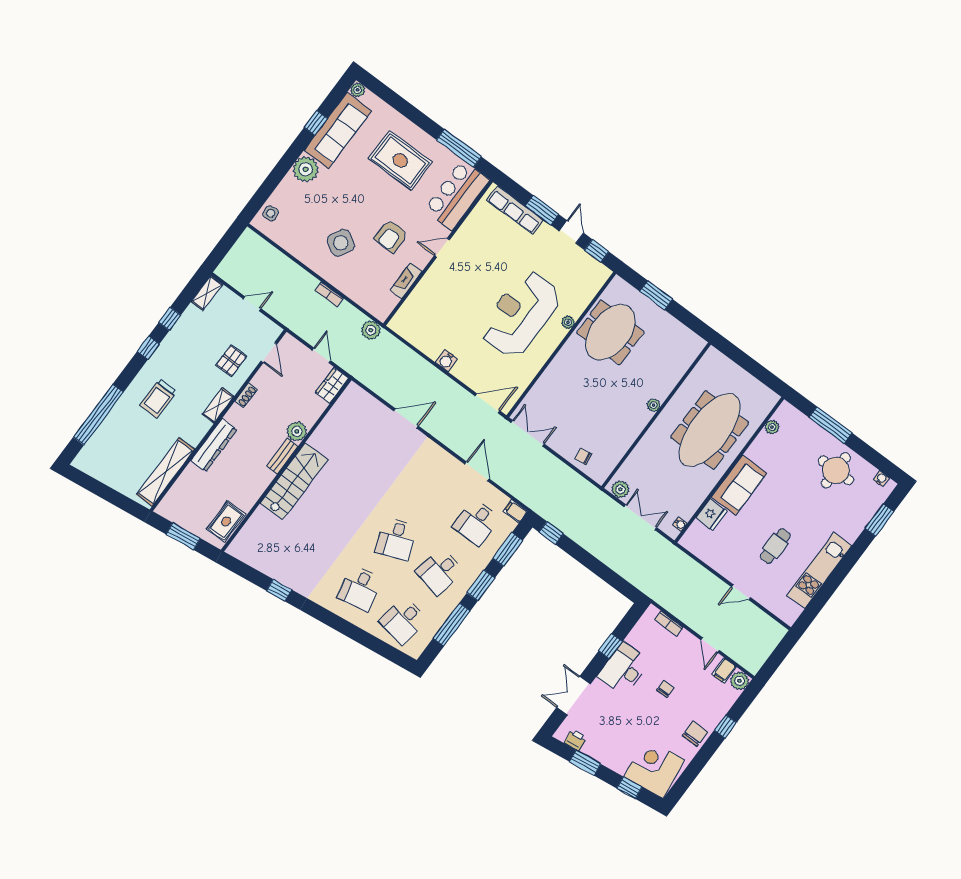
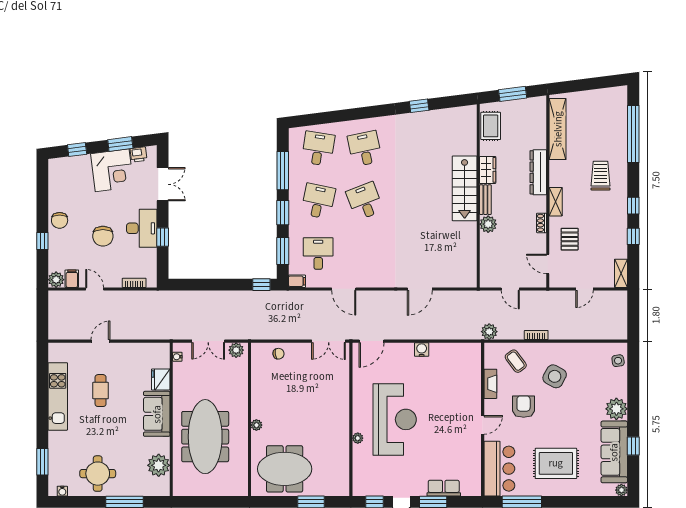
row of seats: (515, 210) -> (444, 488), width x0.68
coffee table: (367, 284) -> (516, 361), added
meeting table: (610, 332) -> (285, 469), moved, turned 90
wardrobe: (332, 385) -> (488, 170), moved
plant: (772, 427) -> (159, 465), width x1.87, depth x1.87
chair: (666, 689) -> (103, 236), width x1.87, depth x1.87
corner desk: (654, 768) -> (112, 170), moved

